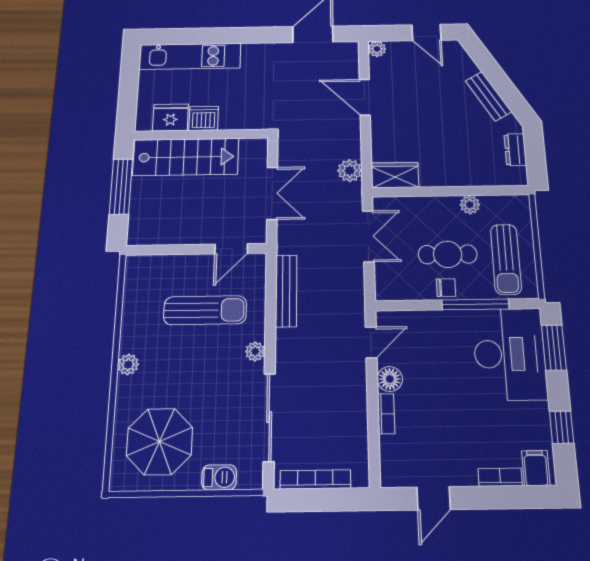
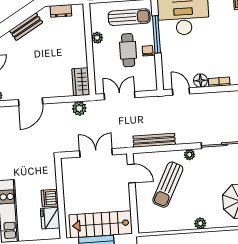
stairs: (186, 157) -> (101, 224), moved, turned -90
sun lounger: (205, 310) -> (168, 185), turned -153

